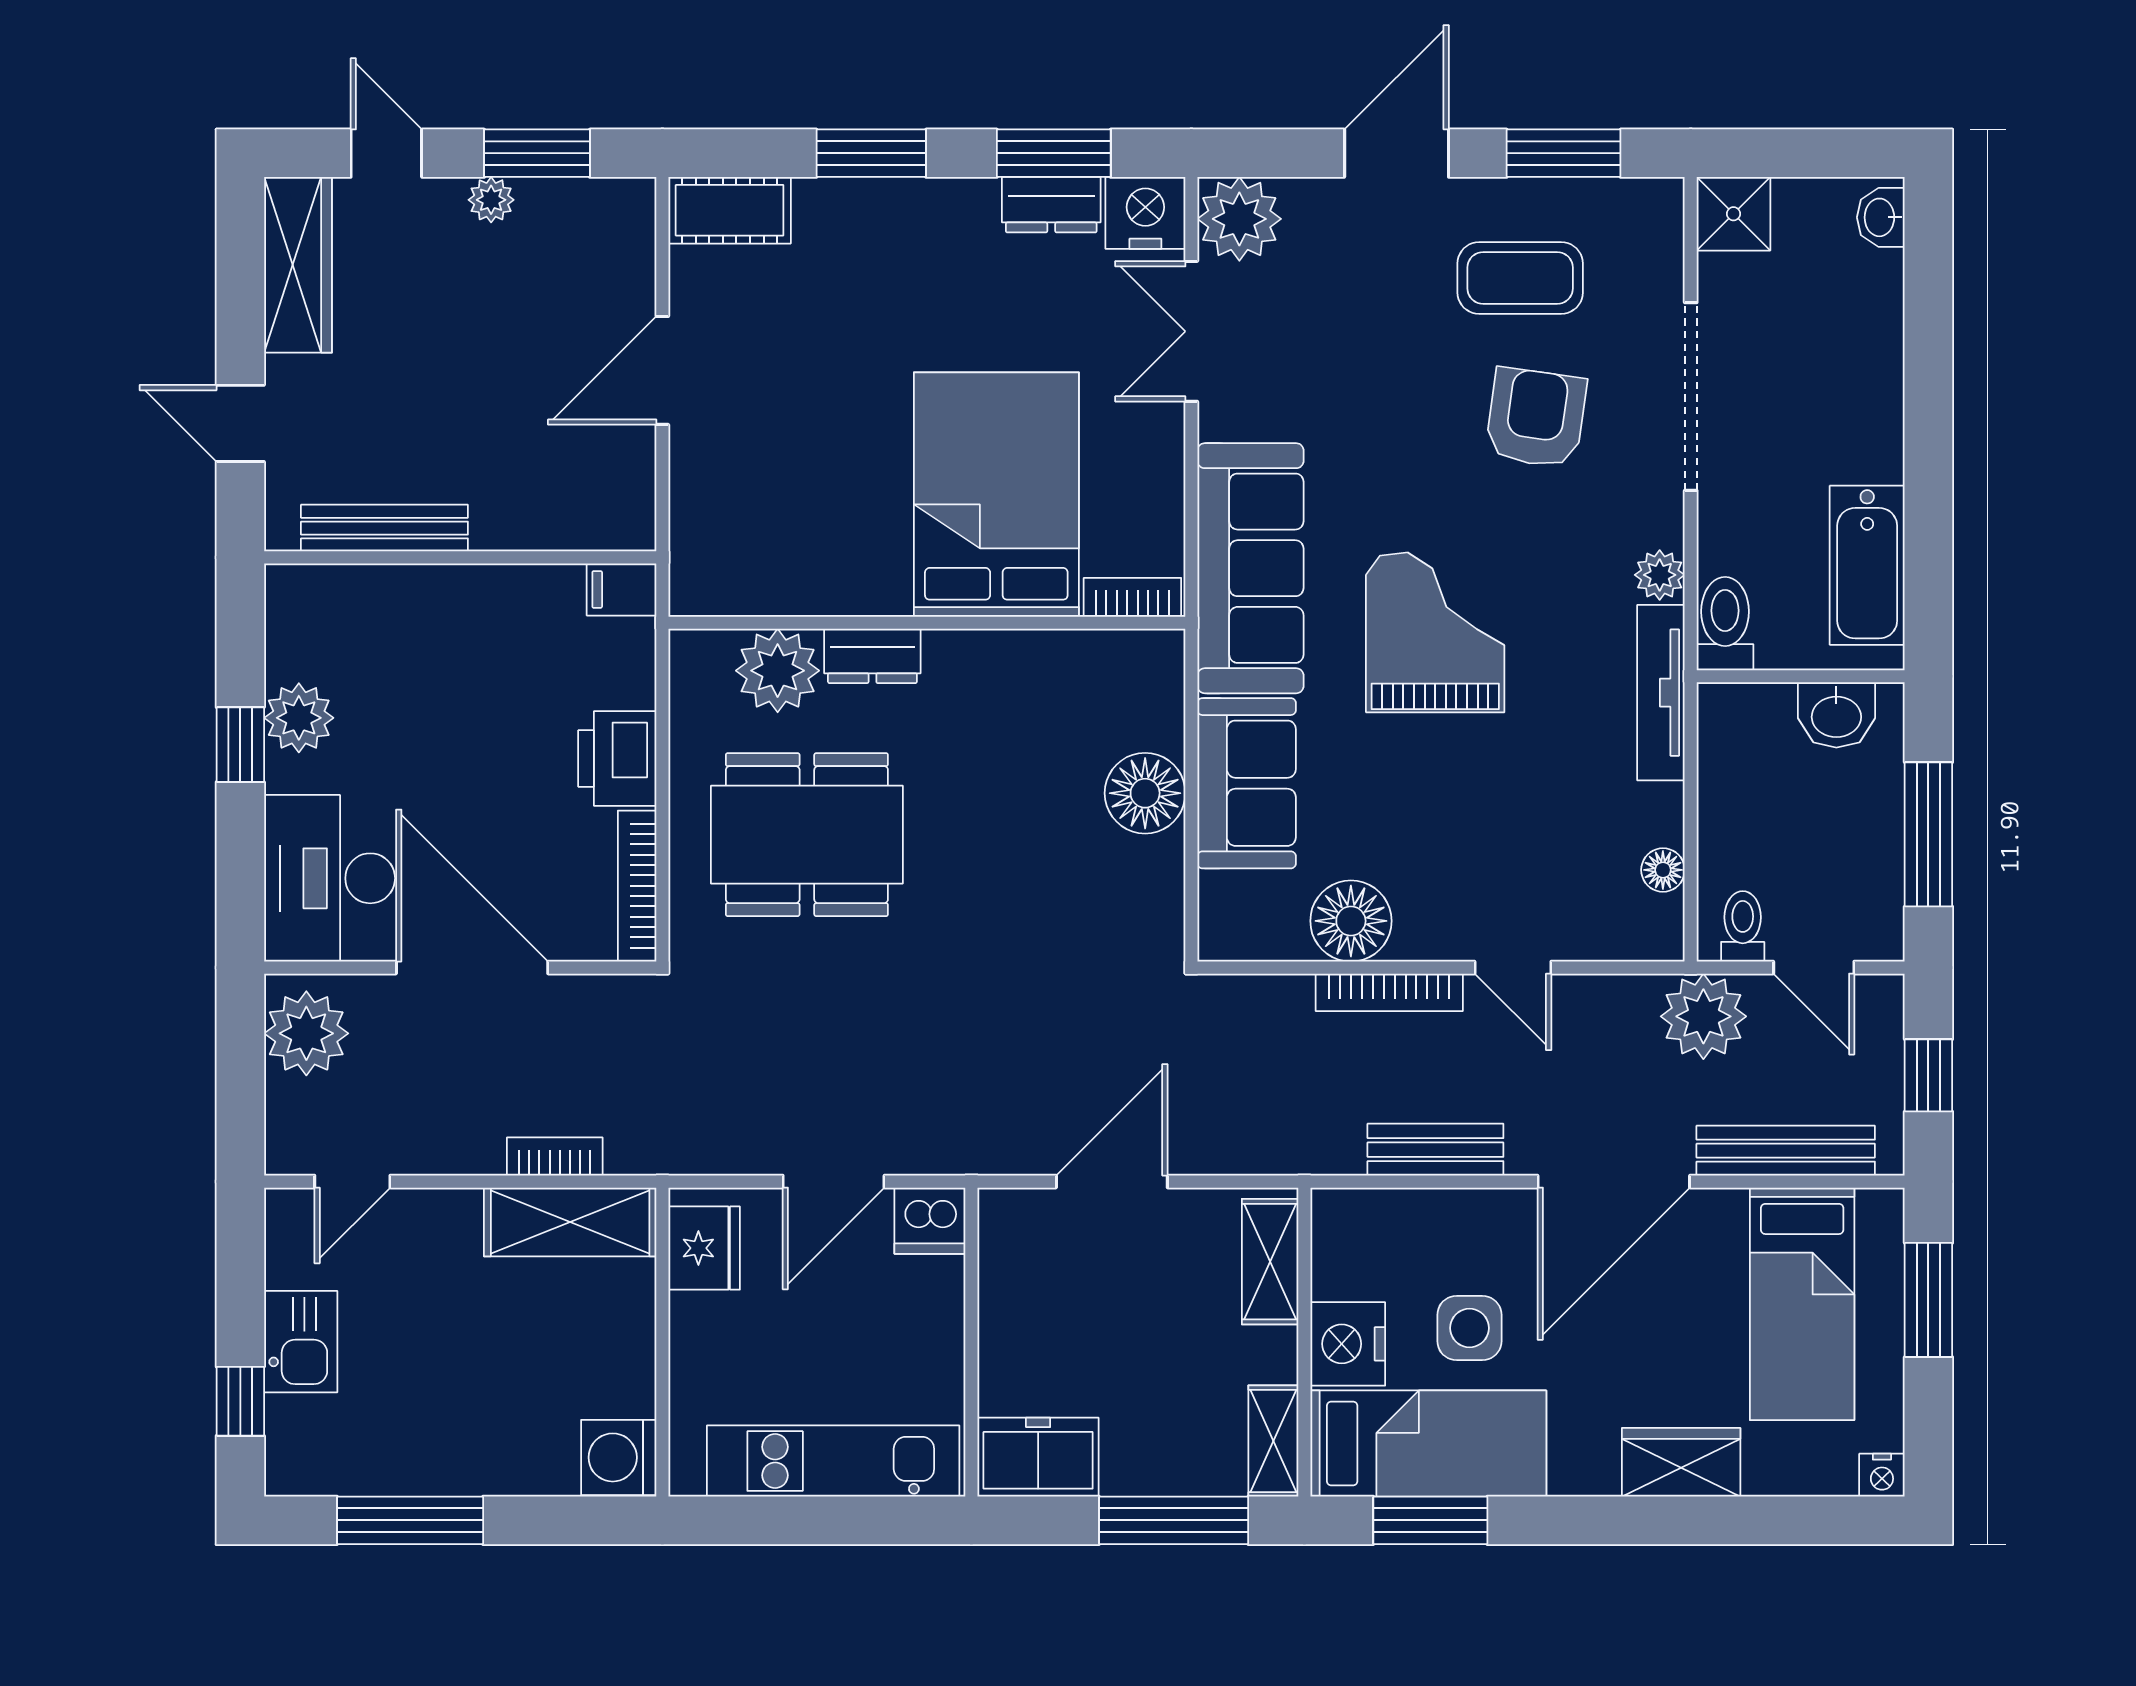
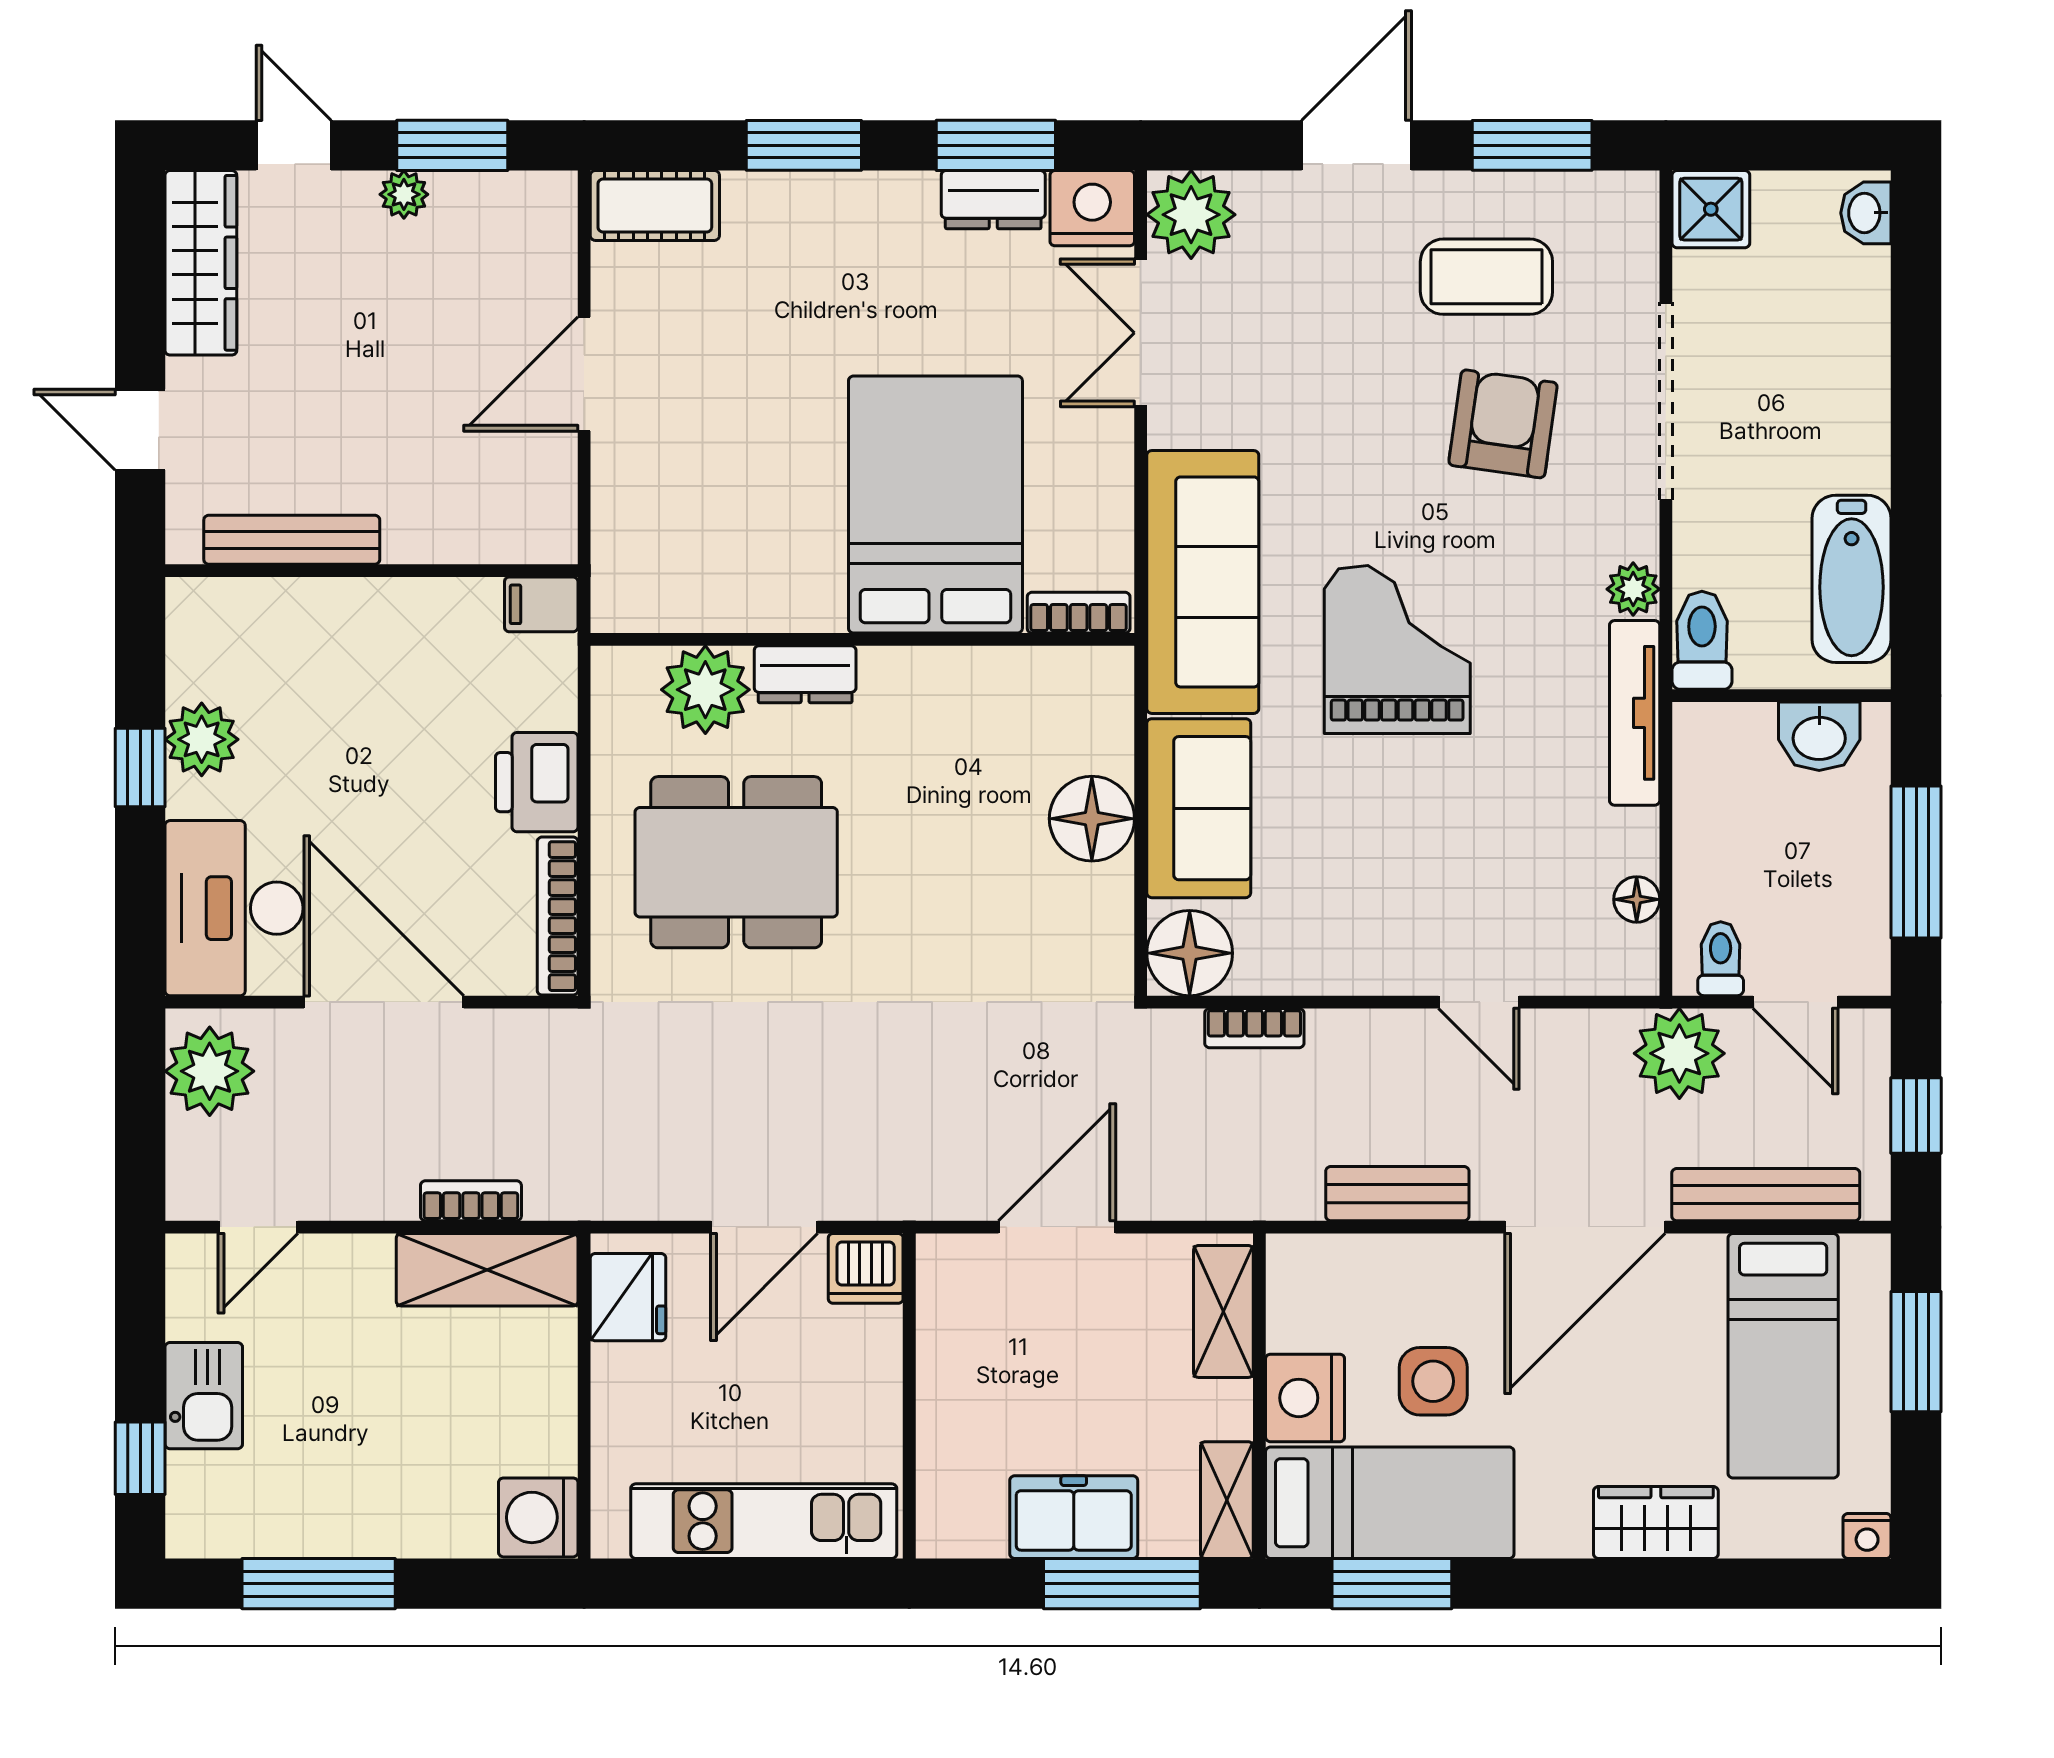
floor lamp: (1351, 921) -> (1190, 953), moved
bookcase: (1389, 992) -> (1254, 1028), moved, width x0.64
freezer: (1038, 1457) -> (1074, 1517), moved

